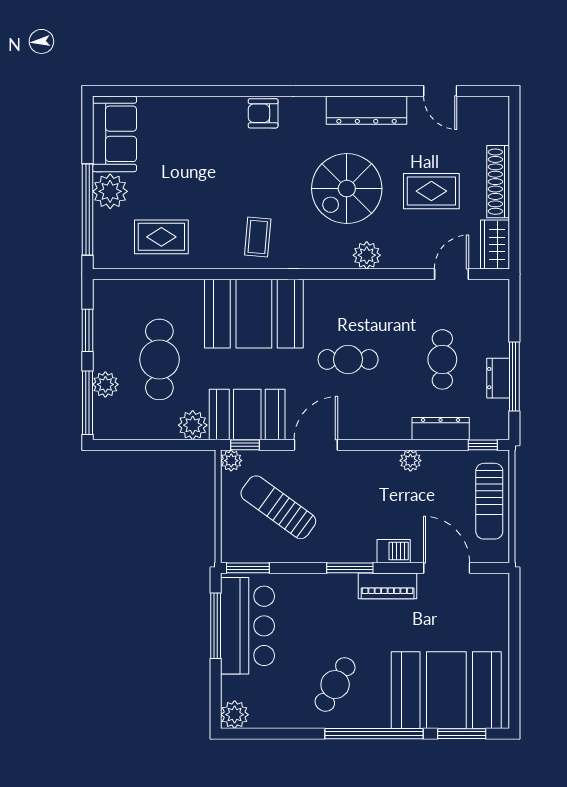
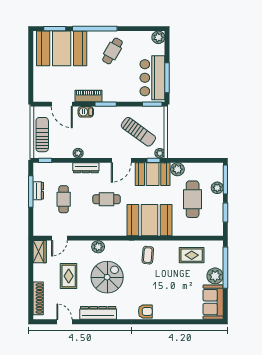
shoe rack: (498, 182) -> (38, 298), moved
rug: (431, 191) -> (69, 276), turned 90
dresser: (441, 429) -> (86, 168), moved

